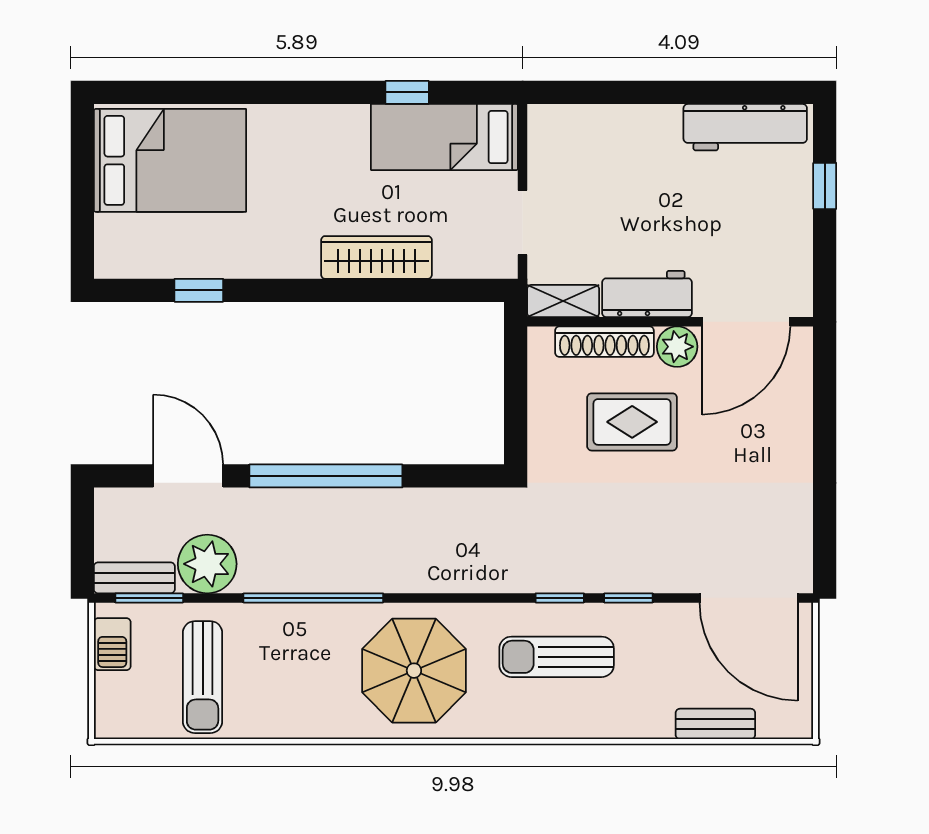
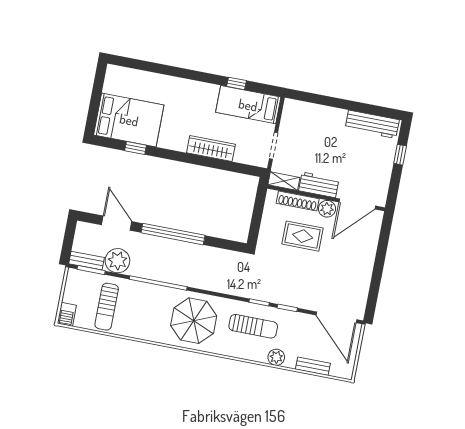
bed: (170, 160) -> (129, 120), moved
barbecue: (112, 644) -> (67, 314), moved
sun lounger: (557, 657) -> (253, 326), turned 180
plant: (625, 719) -> (276, 357), added

